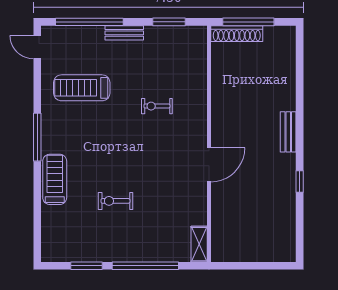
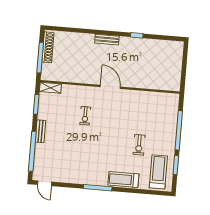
shoe rack: (237, 34) -> (48, 47), moved
door: (37, 47) -> (45, 183), hinge flipped
treadmill: (82, 88) -> (158, 172), moved, turned 180
door: (209, 165) -> (110, 87), moved
shelving: (199, 244) -> (50, 88), moved

